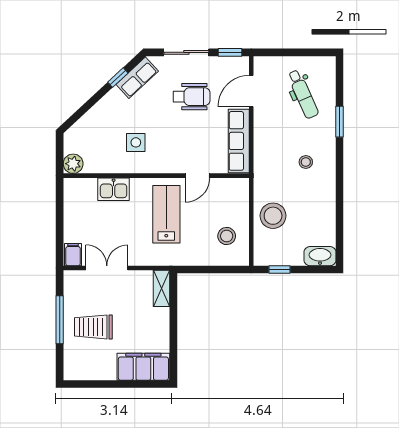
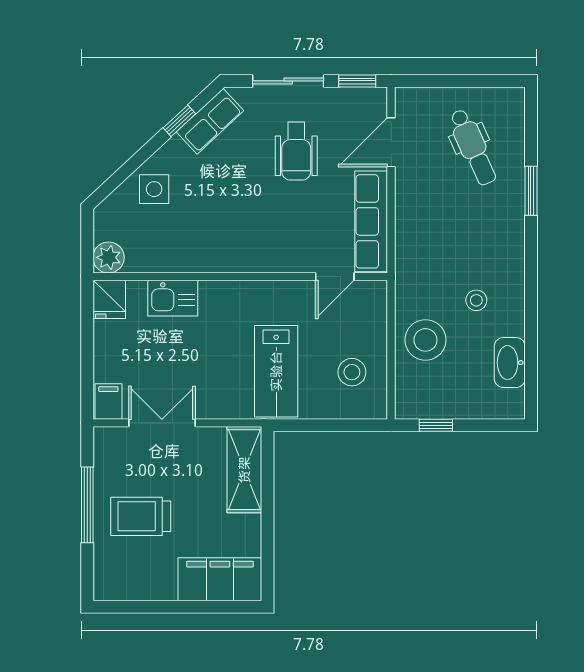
wheelchair: (192, 97) -> (296, 151), turned 90
side table: (136, 142) -> (154, 189), moved
stool: (306, 162) -> (476, 300), moved
door: (197, 176) -> (335, 277), moved
fridge: (73, 190) -> (109, 299), added
lab bench: (166, 214) -> (276, 371), moved, turned 180
washbasin: (320, 256) -> (510, 363), moved, turned -90
shelving: (161, 288) -> (244, 470), width x1.50, depth x1.33

